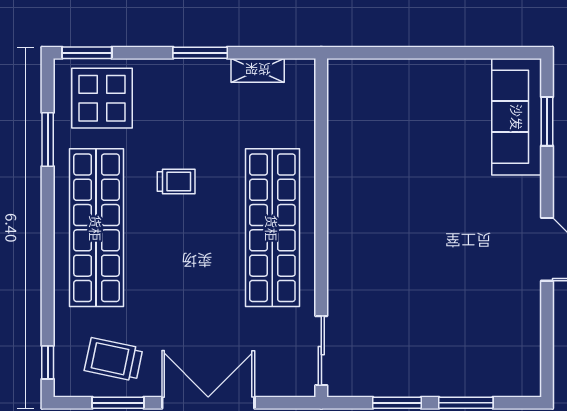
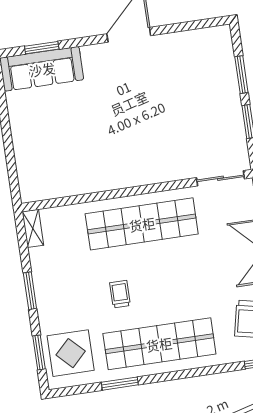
window: (87, 53) -> (39, 352), moved
shelving: (258, 70) -> (33, 228), moved
window: (48, 140) -> (120, 384), moved

